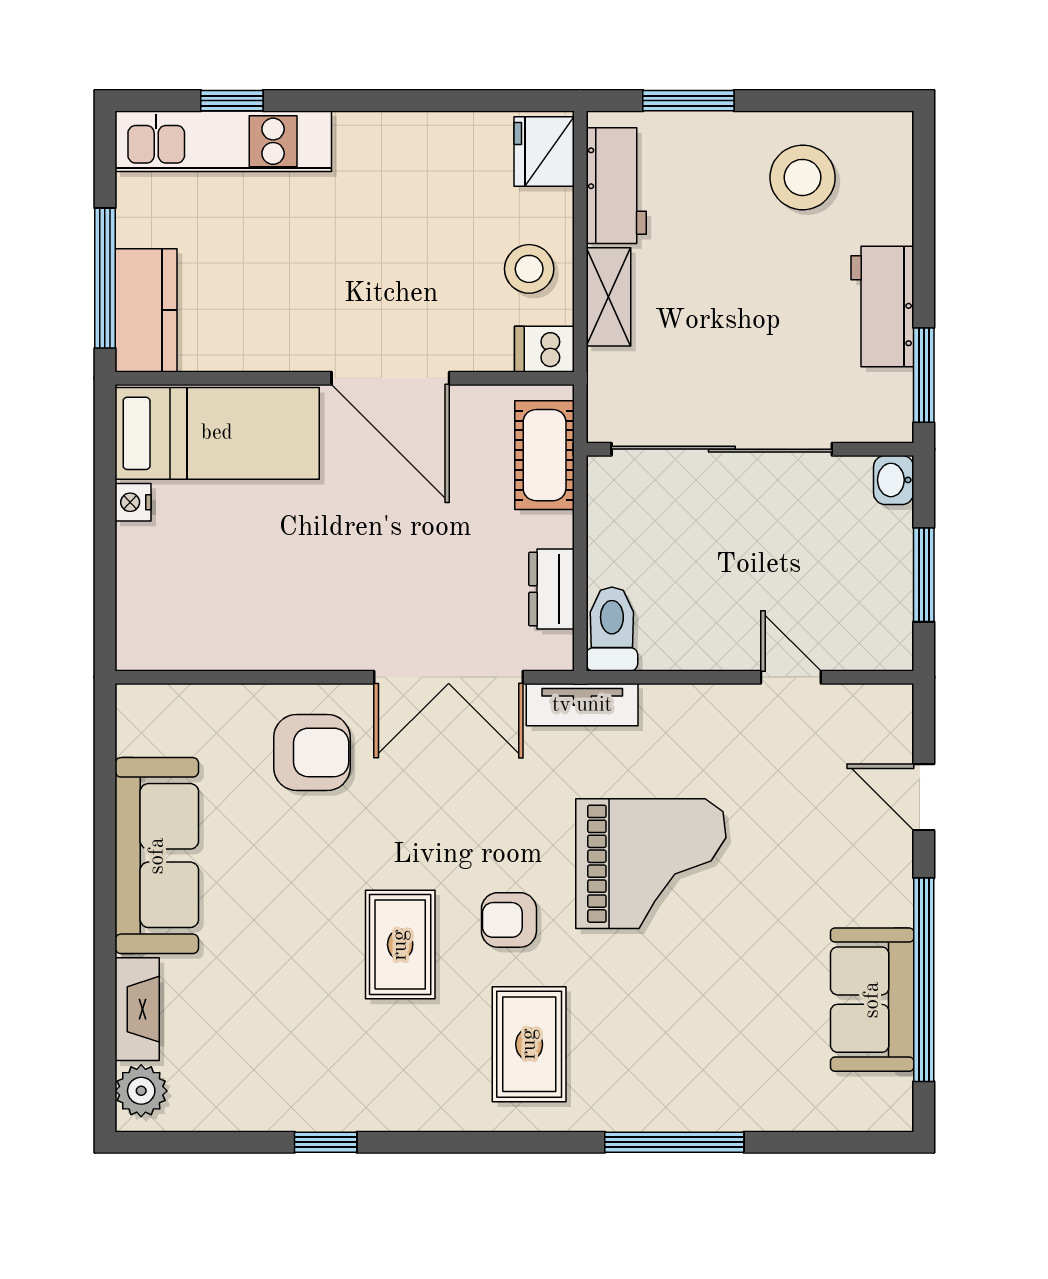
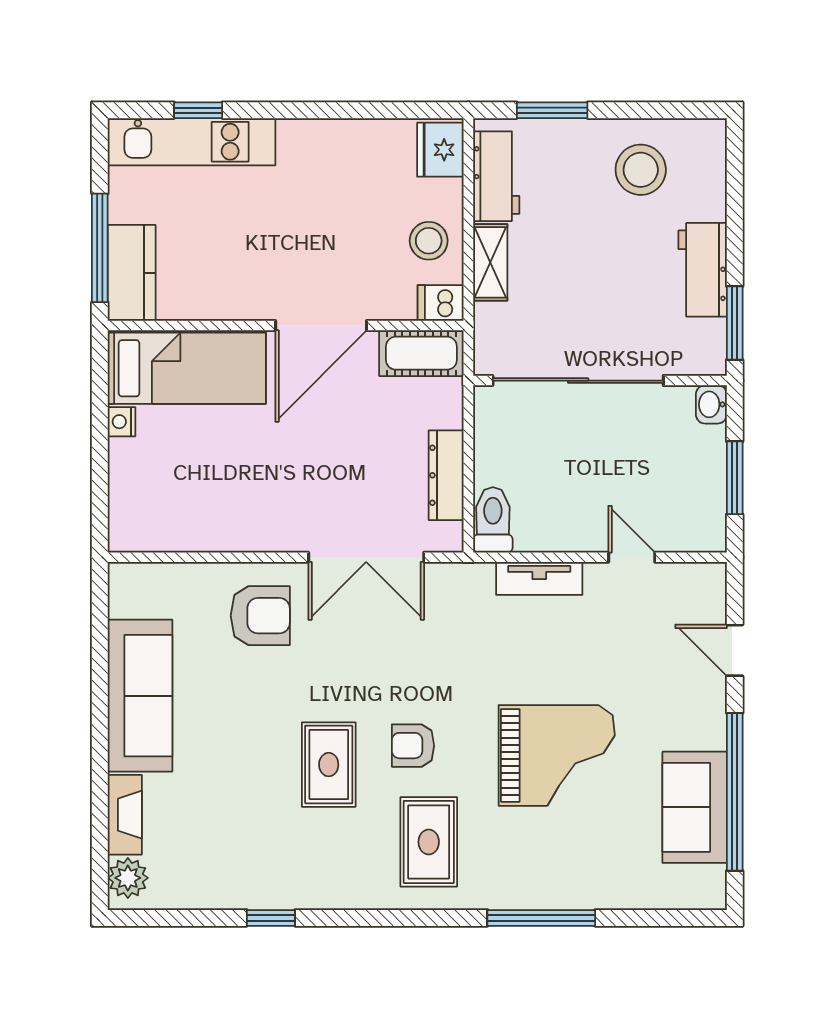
door: (390, 378) -> (321, 326), hinge flipped
cot: (545, 455) -> (421, 353), moved, turned 90
dresser: (552, 589) -> (446, 475), width x1.44
tv unit: (582, 705) -> (539, 578), moved
grand piano: (651, 864) -> (557, 755), moved

